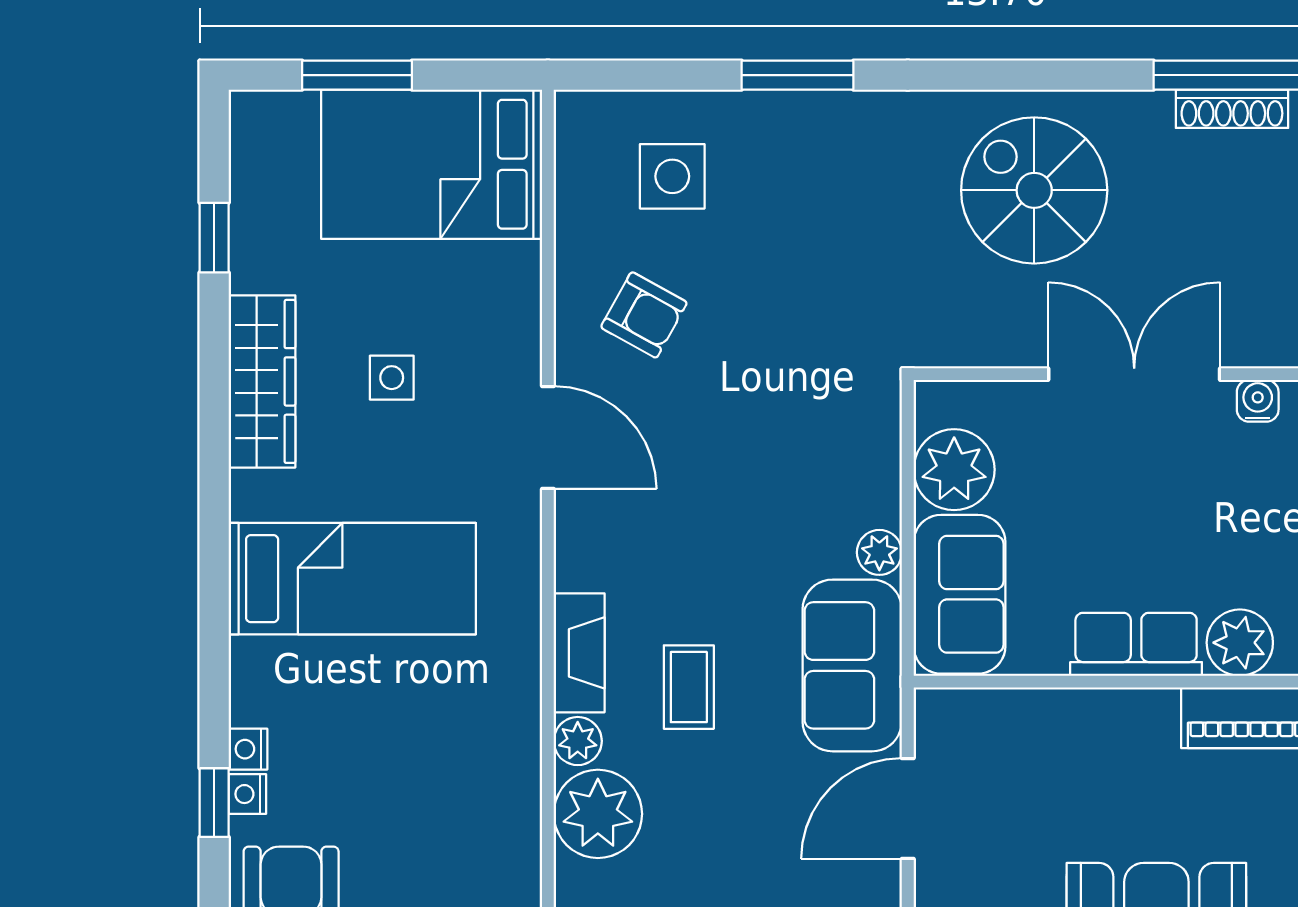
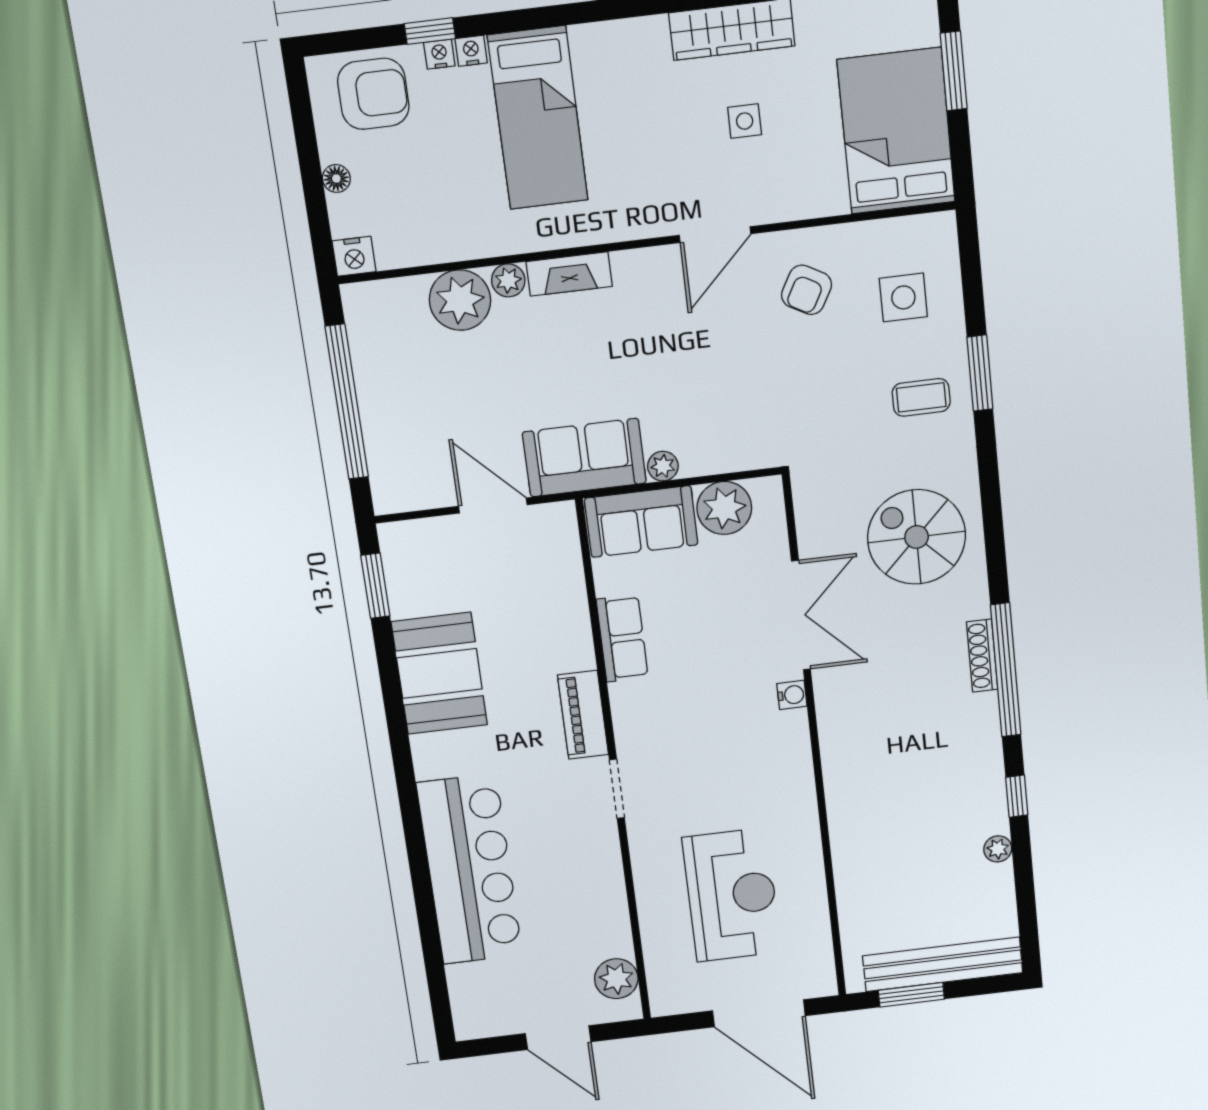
spiral stairs: (1034, 190) -> (917, 537), turned -90
bed: (352, 579) -> (538, 118), moved
plant: (1240, 643) -> (632, 703), removed
coffee table: (689, 687) -> (921, 397), moved

